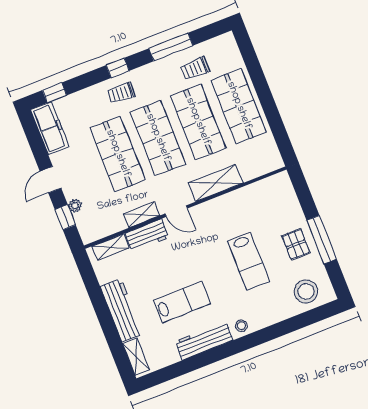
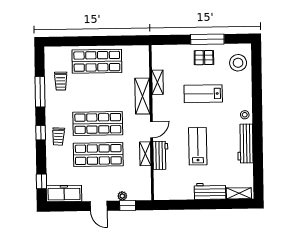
shop shelf: (198, 122) -> (97, 92), removed
shelving: (111, 247) -> (157, 82), moved
lab bench: (249, 261) -> (203, 94), turned 180
lab bench: (182, 302) -> (198, 146), moved
workbench: (121, 310) -> (210, 191), width x0.73

